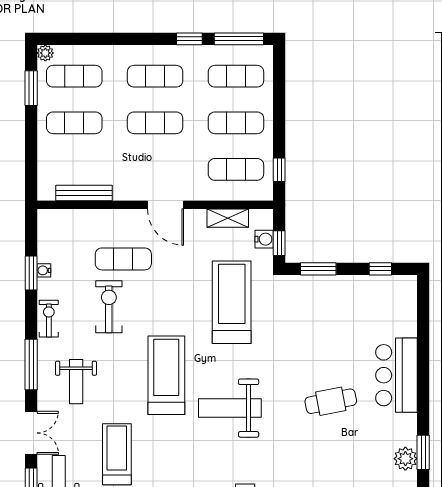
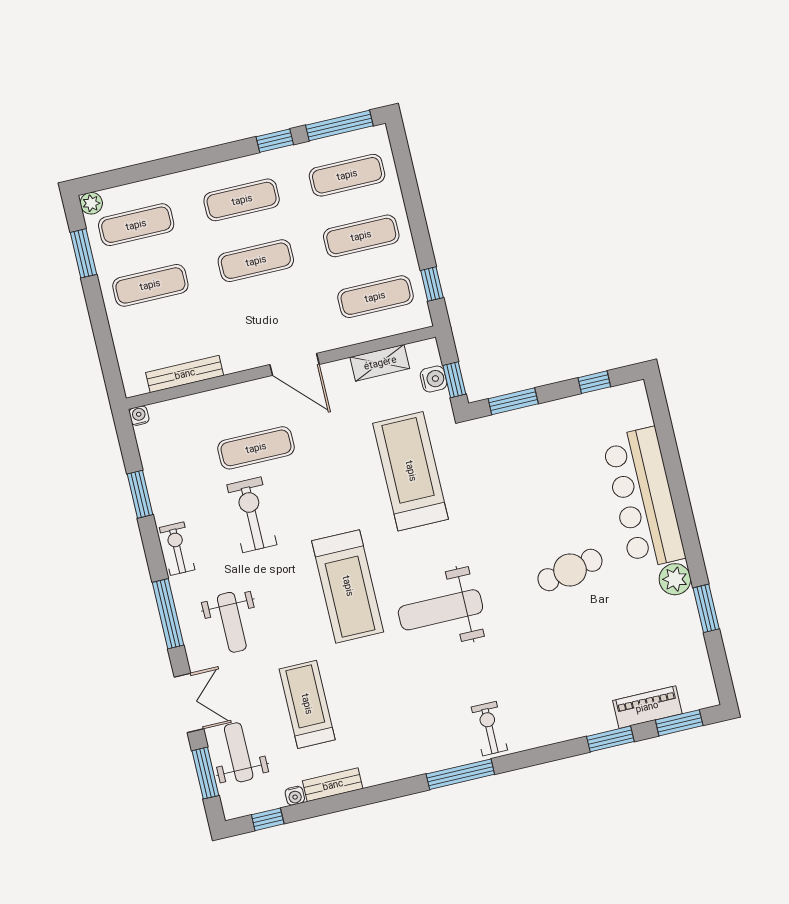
water cooler: (44, 270) -> (139, 416), moved, turned 90
treadmill: (166, 375) -> (348, 586), turned 180
bar counter: (396, 375) -> (644, 498), width x1.36
plant: (405, 459) -> (675, 579), moved

